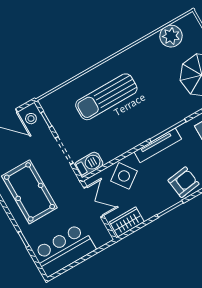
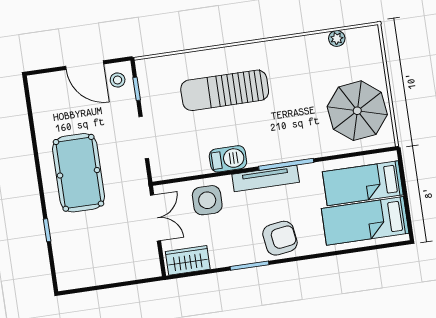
plant: (171, 36) -> (337, 39), width x0.53, depth x0.53
barbecue: (89, 164) -> (228, 159), moved
side table: (124, 176) -> (207, 200), turned 36
bar counter: (64, 250) -> (93, 264), removed

